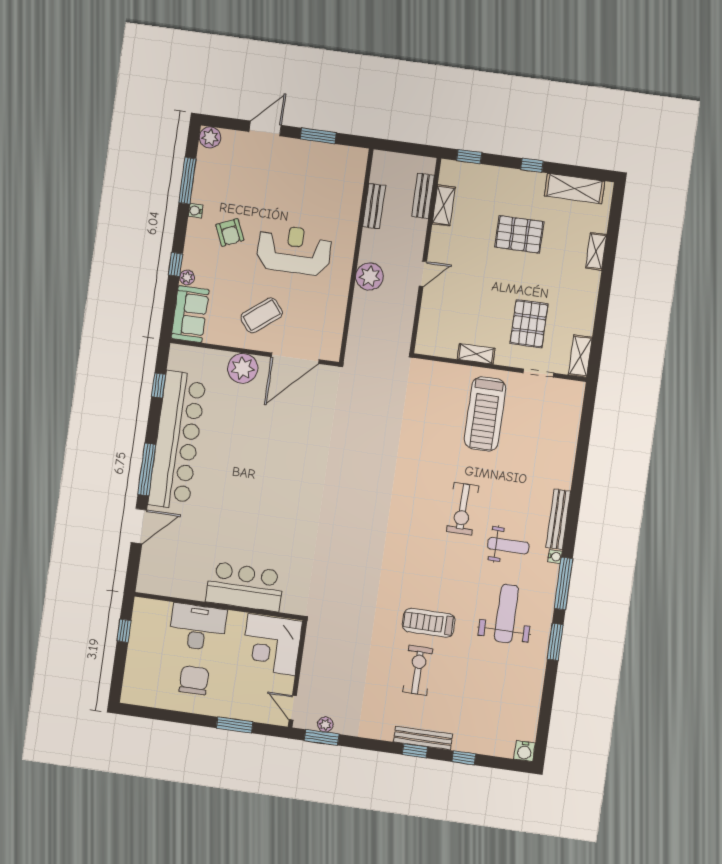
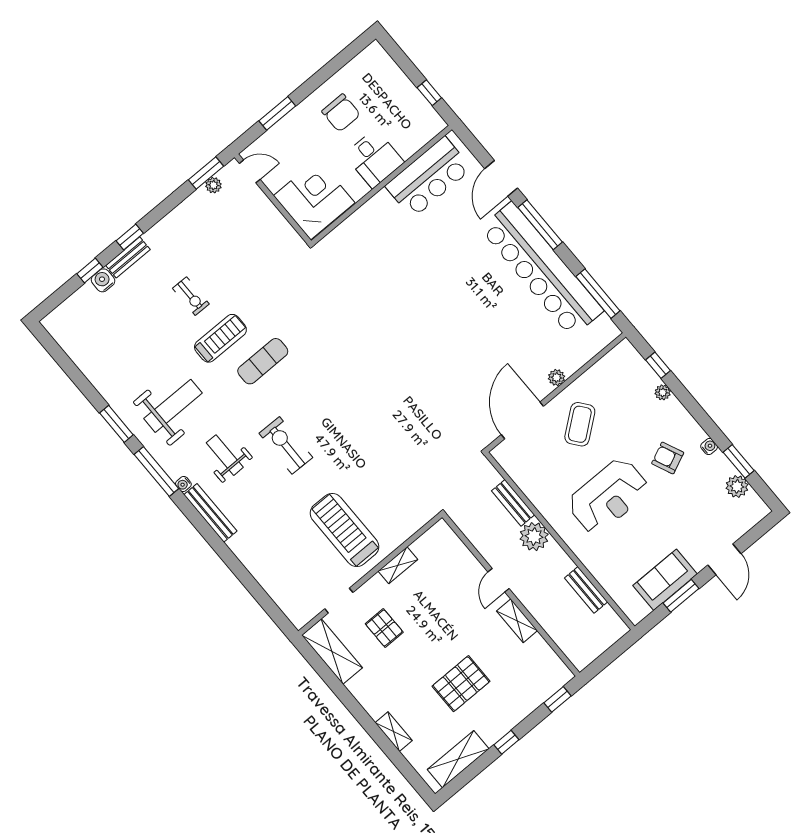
plant: (210, 137) -> (737, 486), moved
window: (187, 181) -> (739, 461), width x0.69
bench: (423, 196) -> (513, 503), moved
shelving: (444, 205) -> (517, 621), moved
window: (176, 264) -> (658, 365), moved
sofa: (190, 314) -> (665, 580), moved, turned 90
pallet: (529, 324) -> (384, 628), width x0.67, depth x0.71
shelving: (580, 356) -> (332, 651), width x1.50, depth x1.33
plant: (243, 368) -> (557, 378), width x0.53, depth x0.53
window: (159, 385) -> (598, 294), width x2.17
weight bench: (508, 546) -> (225, 455), turned 90
exercise mat: (418, 578) -> (263, 361), added
bar counter: (245, 587) -> (429, 177), moved
weight bench: (506, 613) -> (173, 406), turned -90
desk: (198, 627) -> (374, 158), width x0.73
exercise bike: (418, 670) -> (191, 296), width x0.73, depth x0.72
bench: (423, 738) -> (128, 257), width x0.73
water cooler: (525, 751) -> (103, 280), moved

